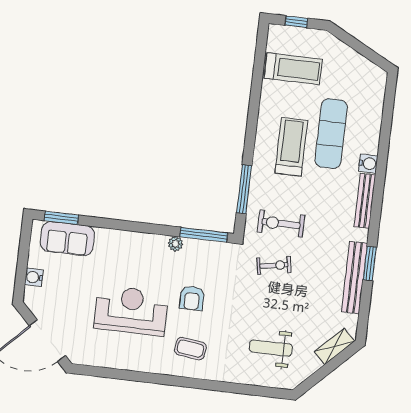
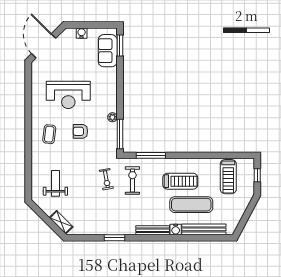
bench: (354, 278) -> (204, 229), moved
reception desk: (131, 310) -> (68, 95), turned 90

